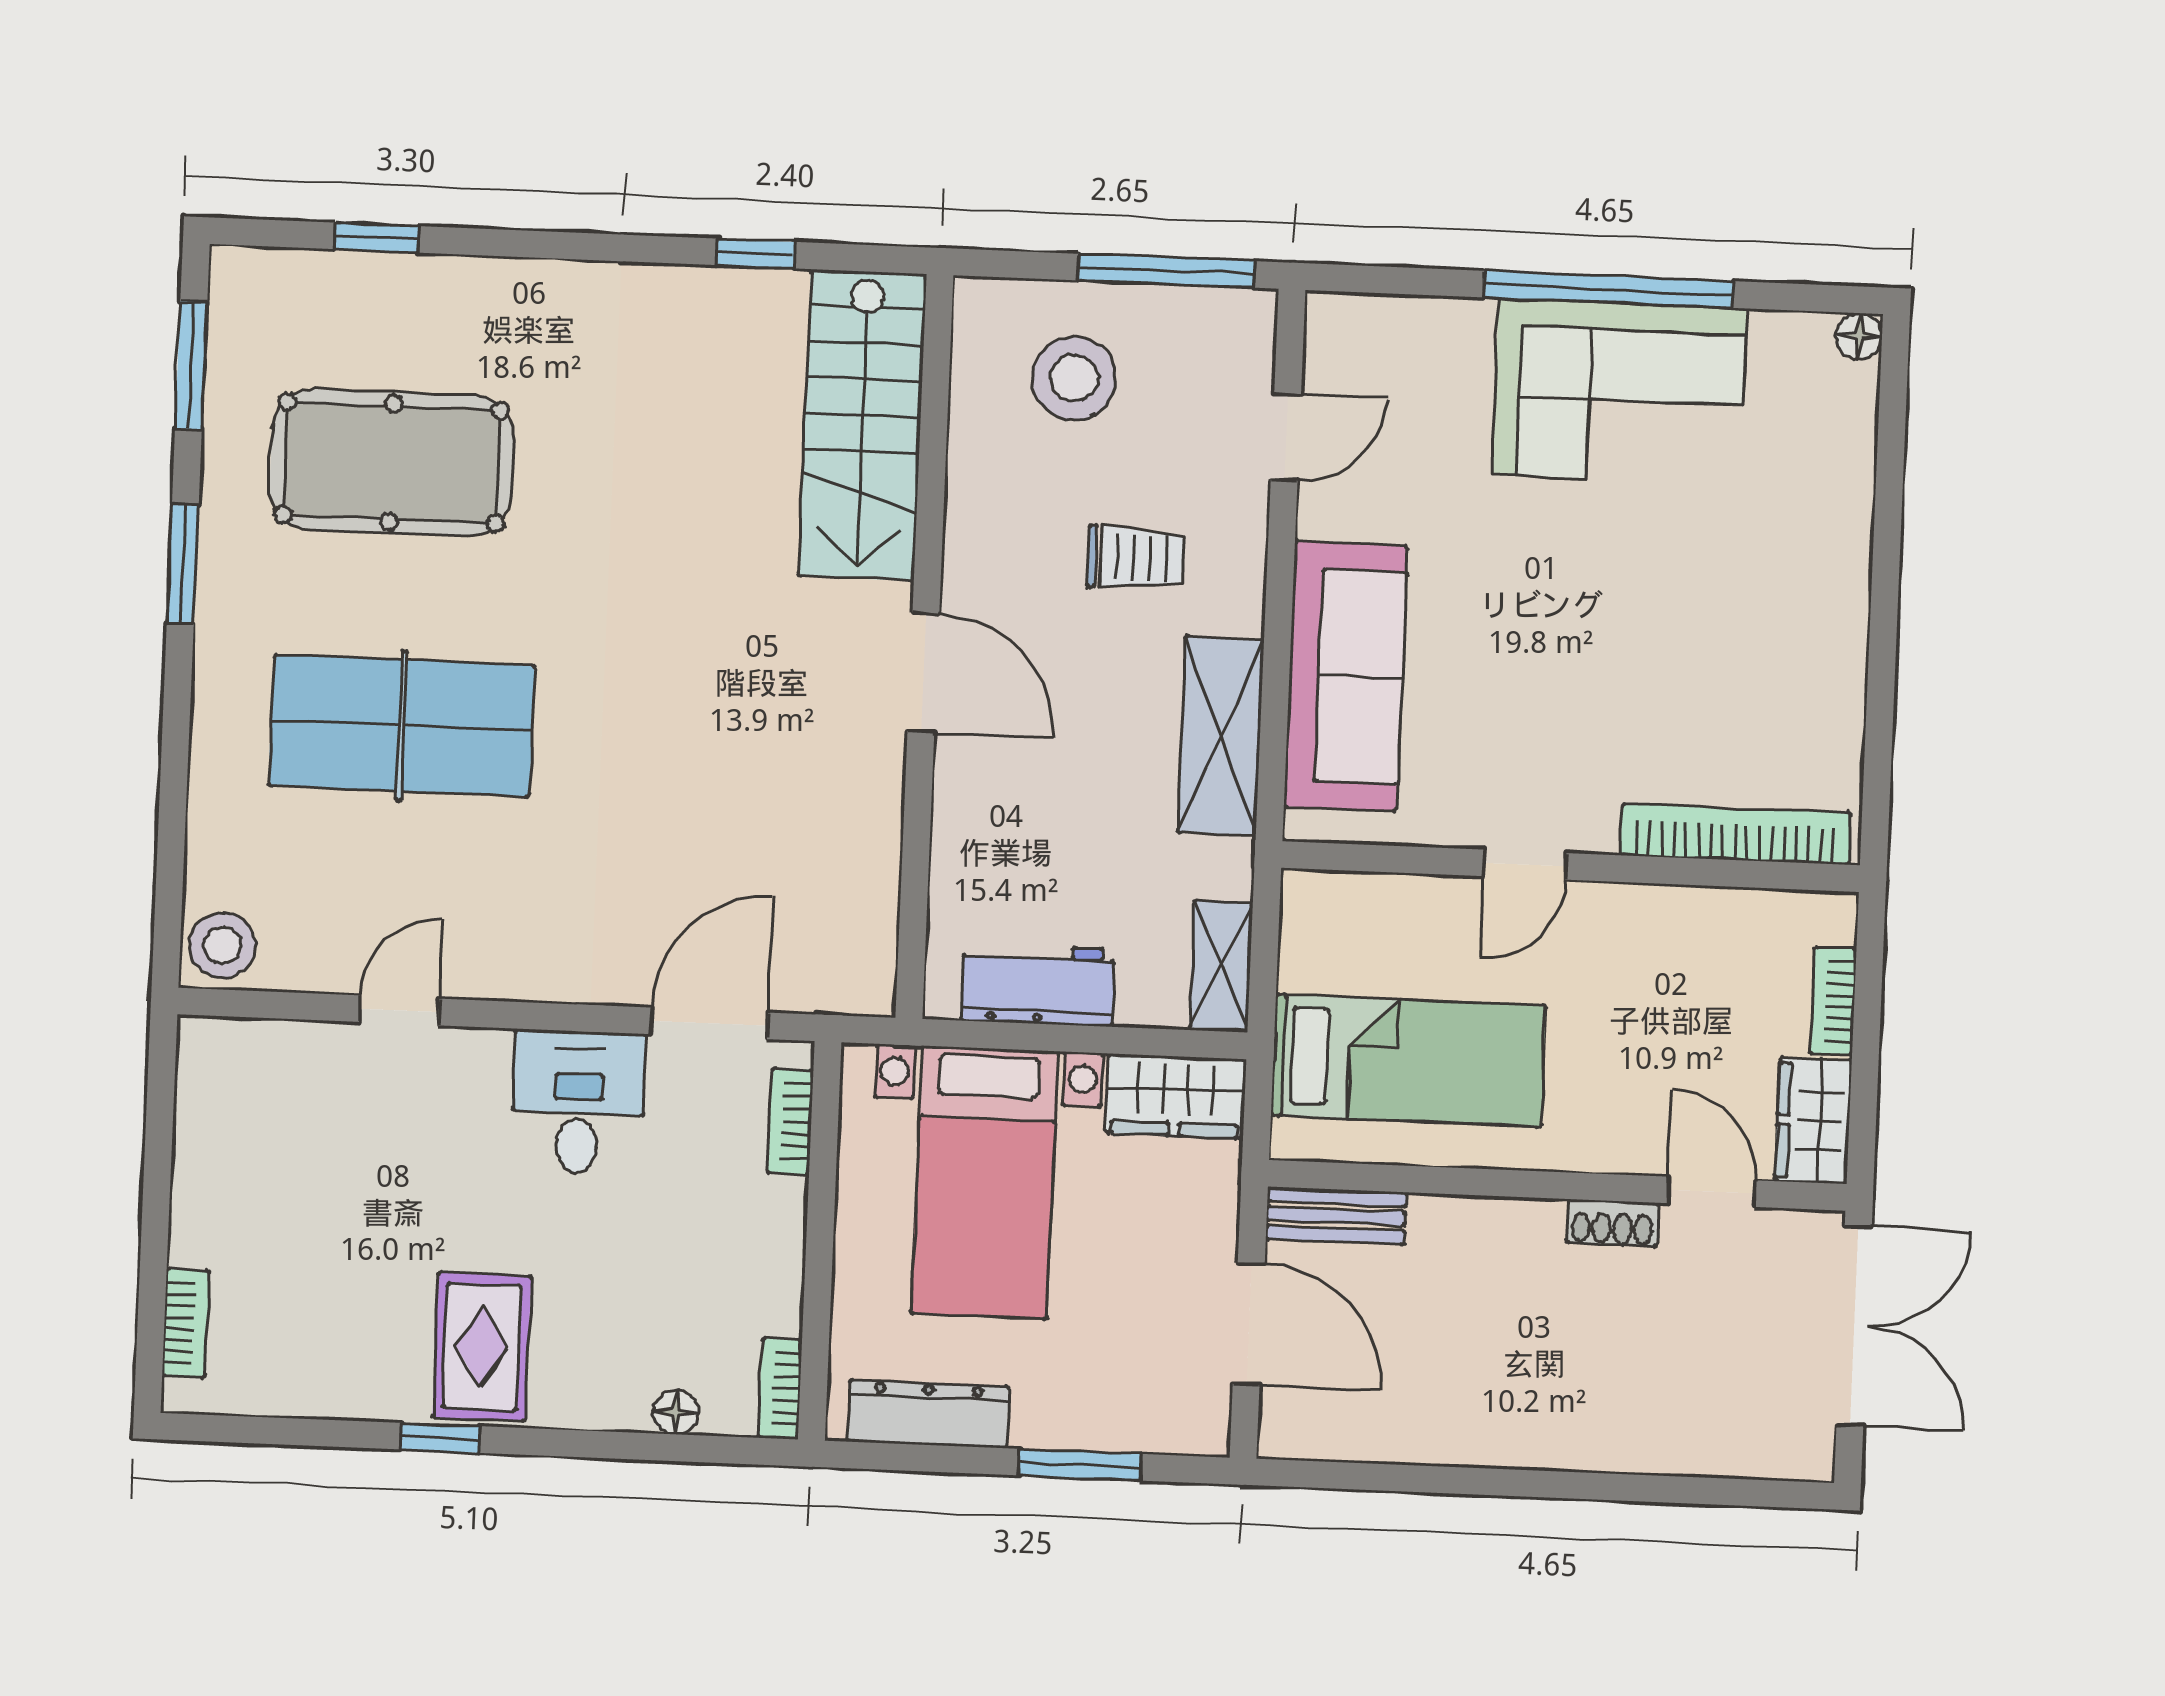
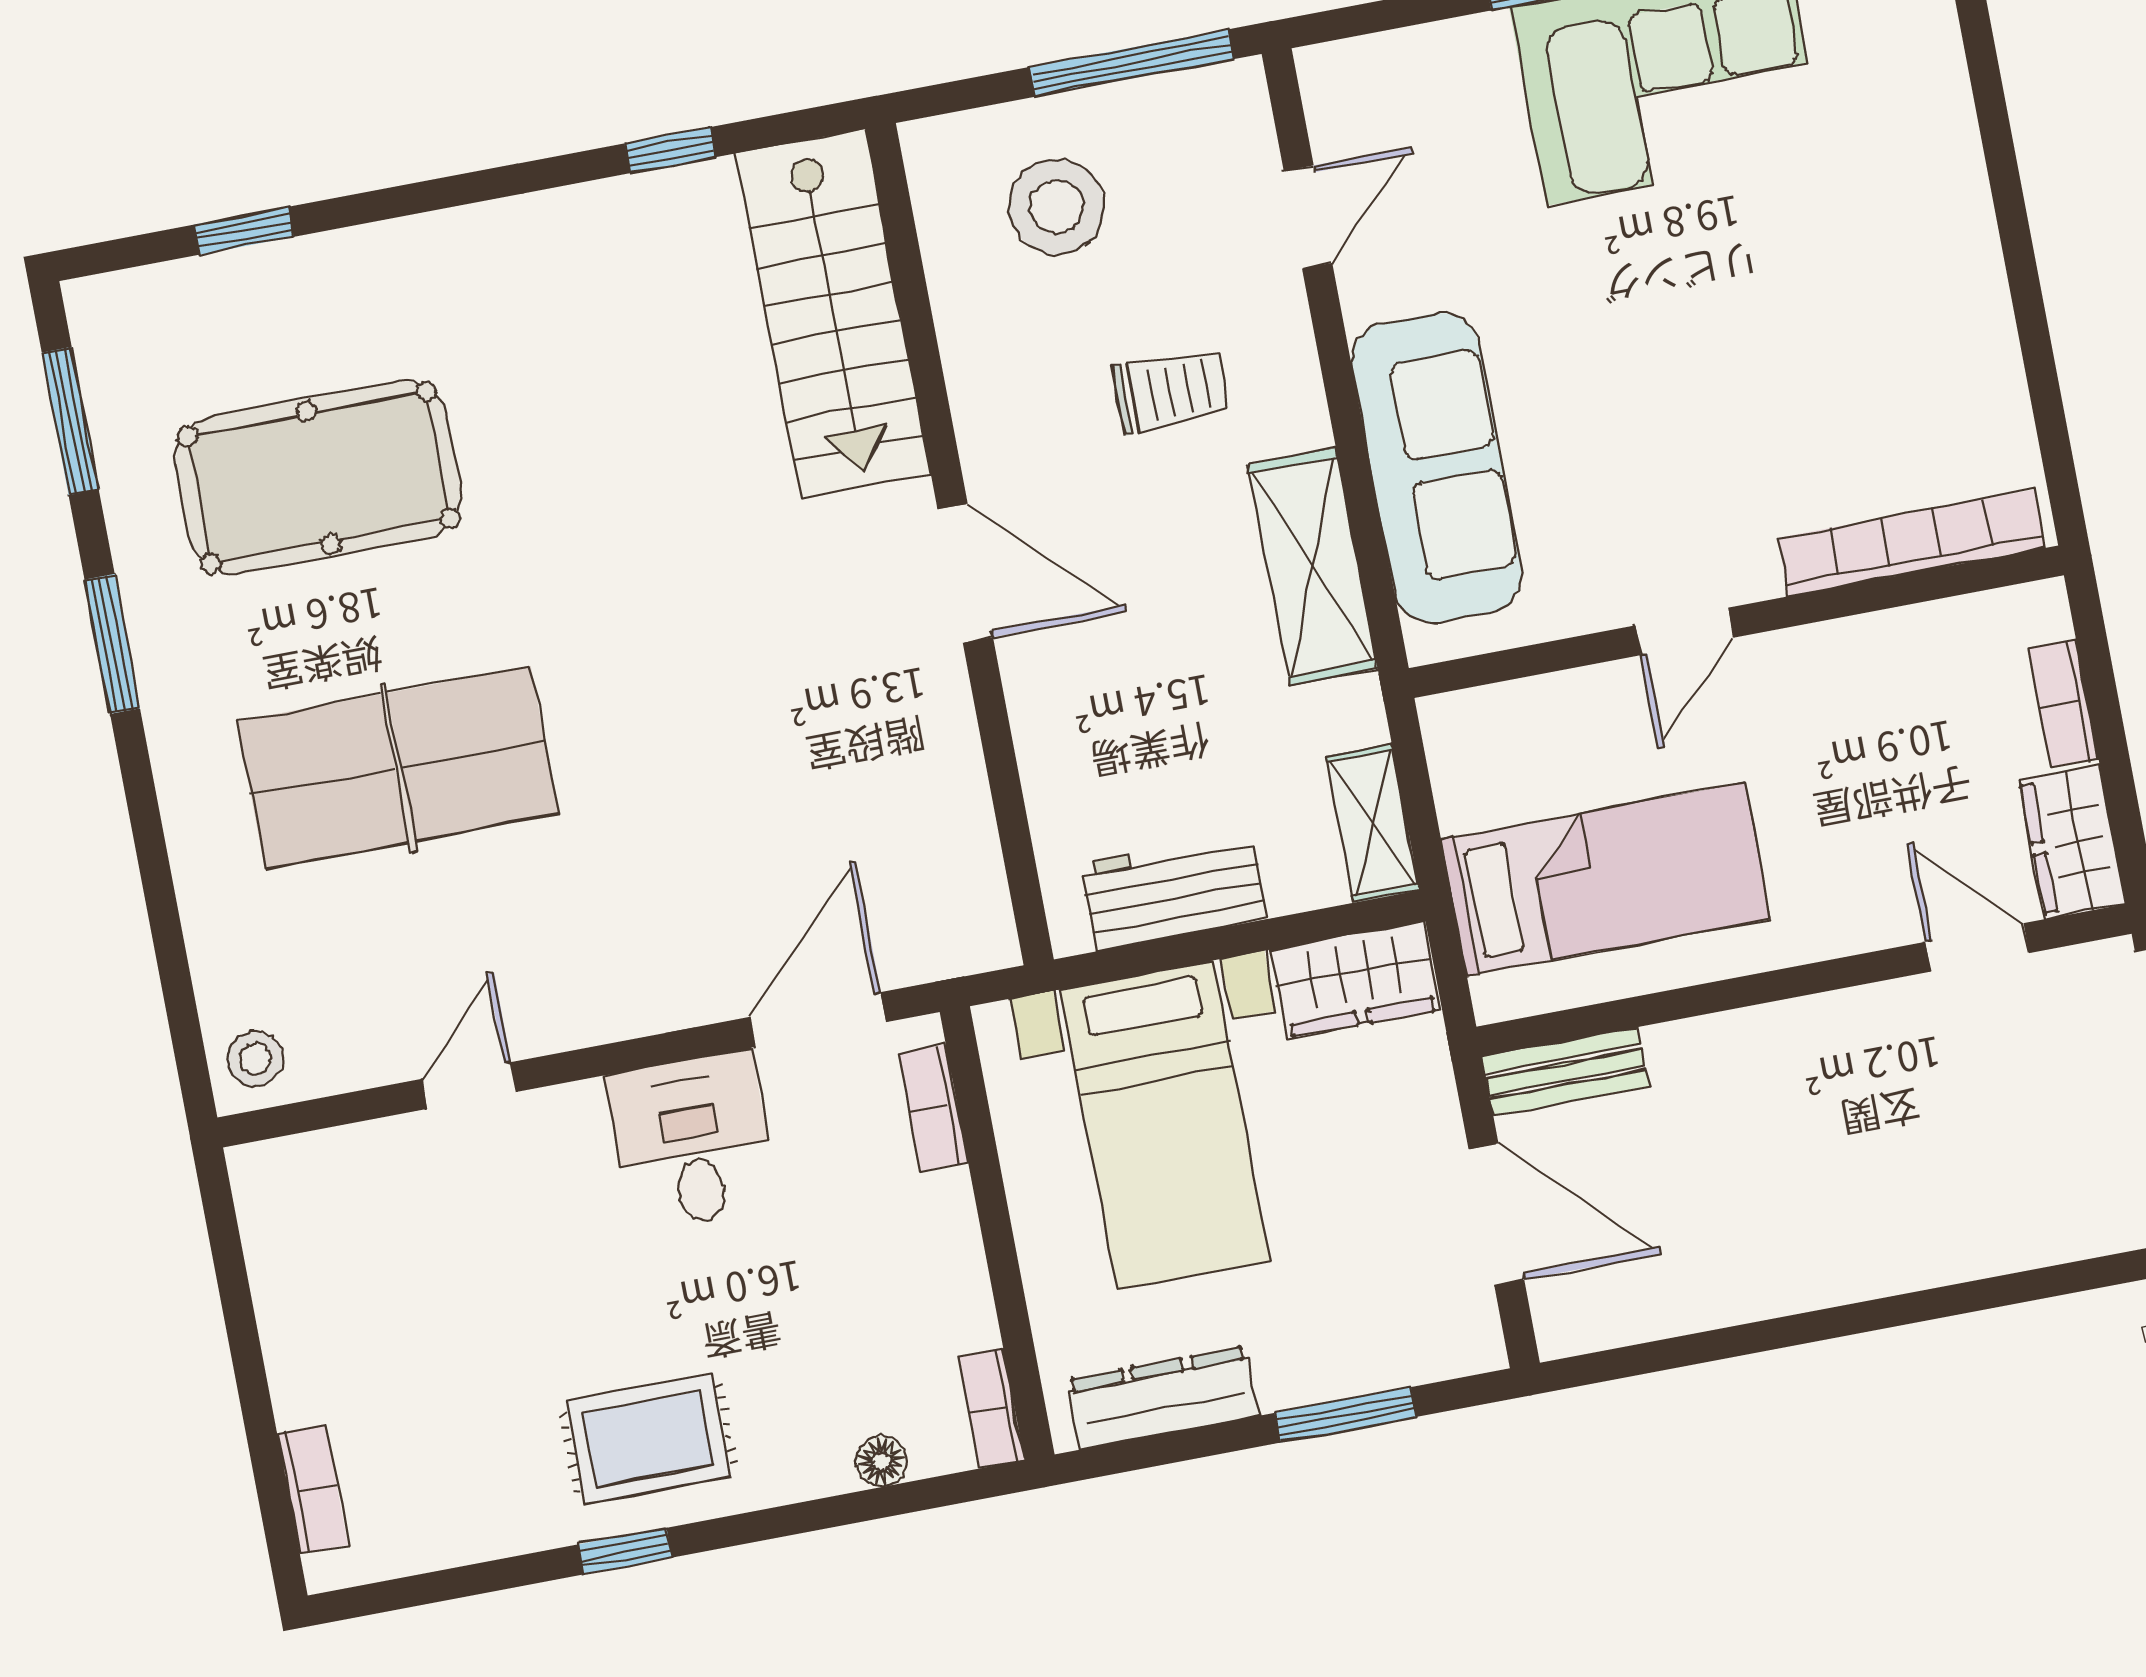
stool: (222, 945) -> (255, 1059), width x0.73, depth x0.73
shoe rack: (1612, 1223) -> (1875, 1008), removed
rug: (482, 1347) -> (648, 1439), turned 90

